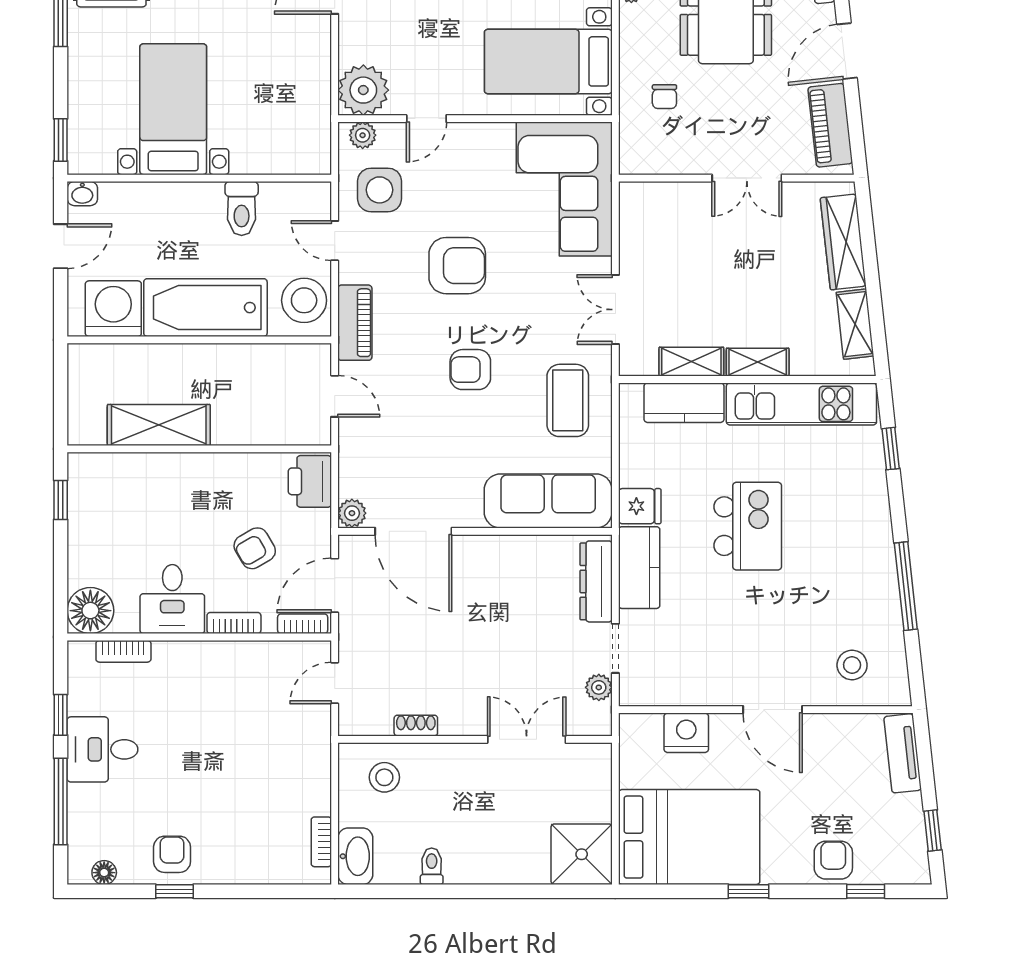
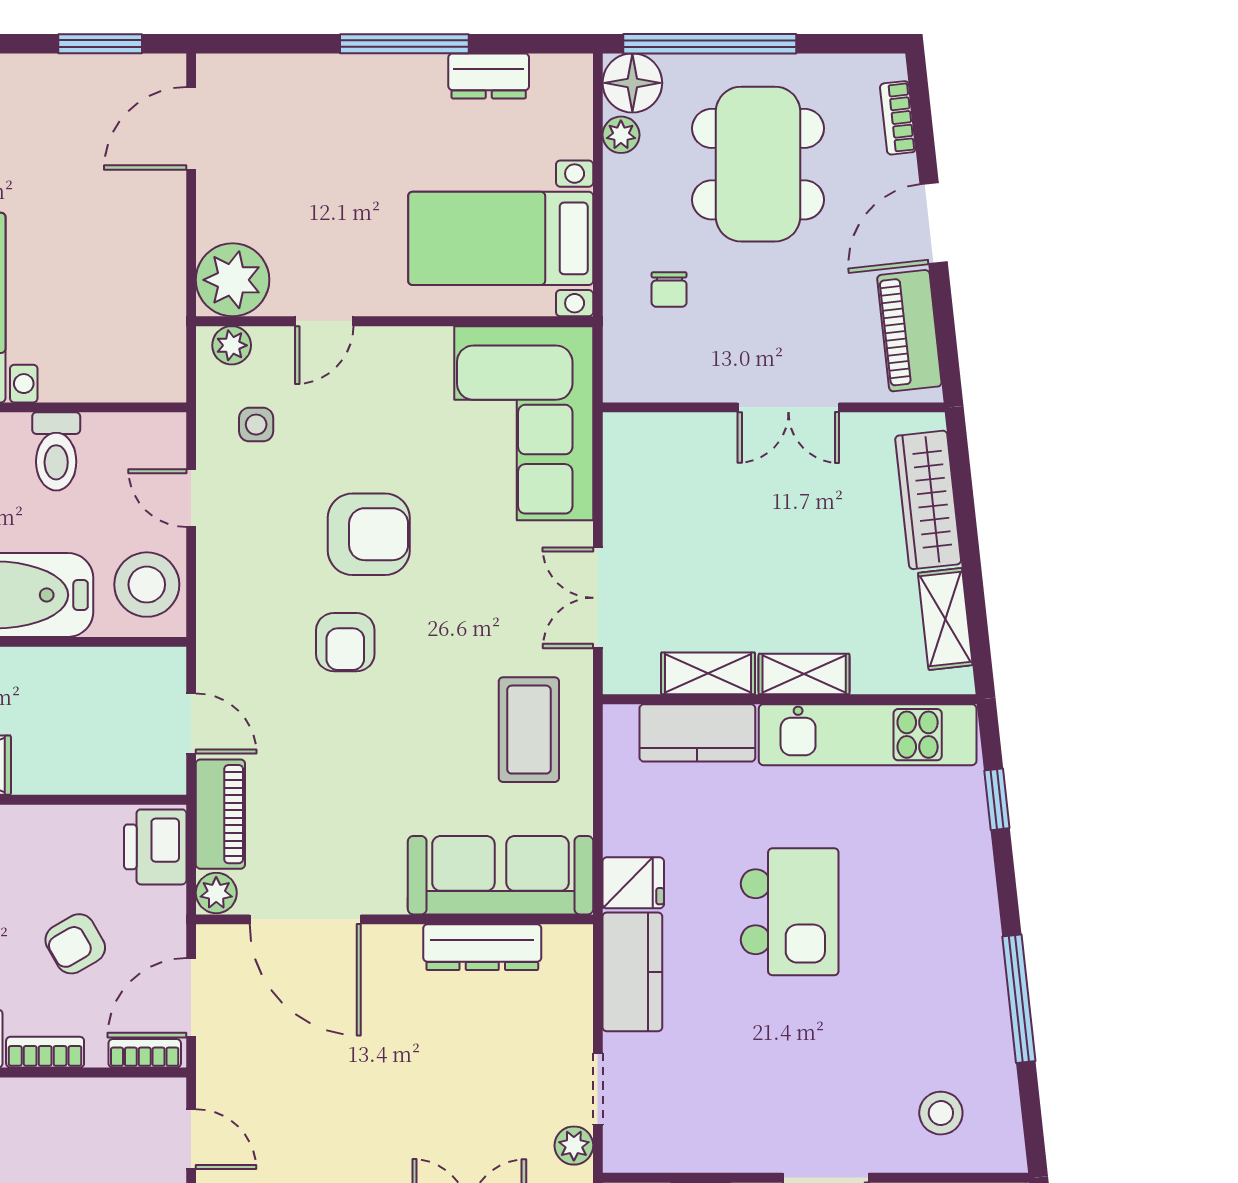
side table: (380, 190) -> (256, 425), width x0.54, depth x0.54
piano: (355, 323) -> (220, 814), moved
armchair: (470, 370) -> (345, 642), moved, turned -90
dresser: (596, 581) -> (482, 947), moved, turned -90
door: (335, 683) -> (191, 1139), swing flipped

